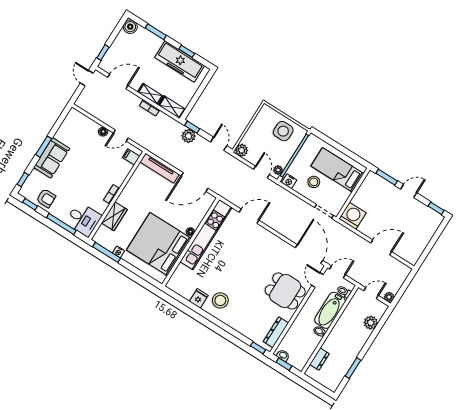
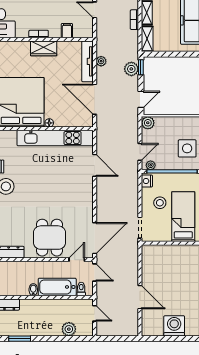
filing cabinet: (131, 157) -> (67, 31), moved
wardrobe: (114, 216) -> (44, 48), moved
washing machine: (353, 216) -> (174, 326), moved, turned -90
plant: (389, 297) -> (101, 61), moved

